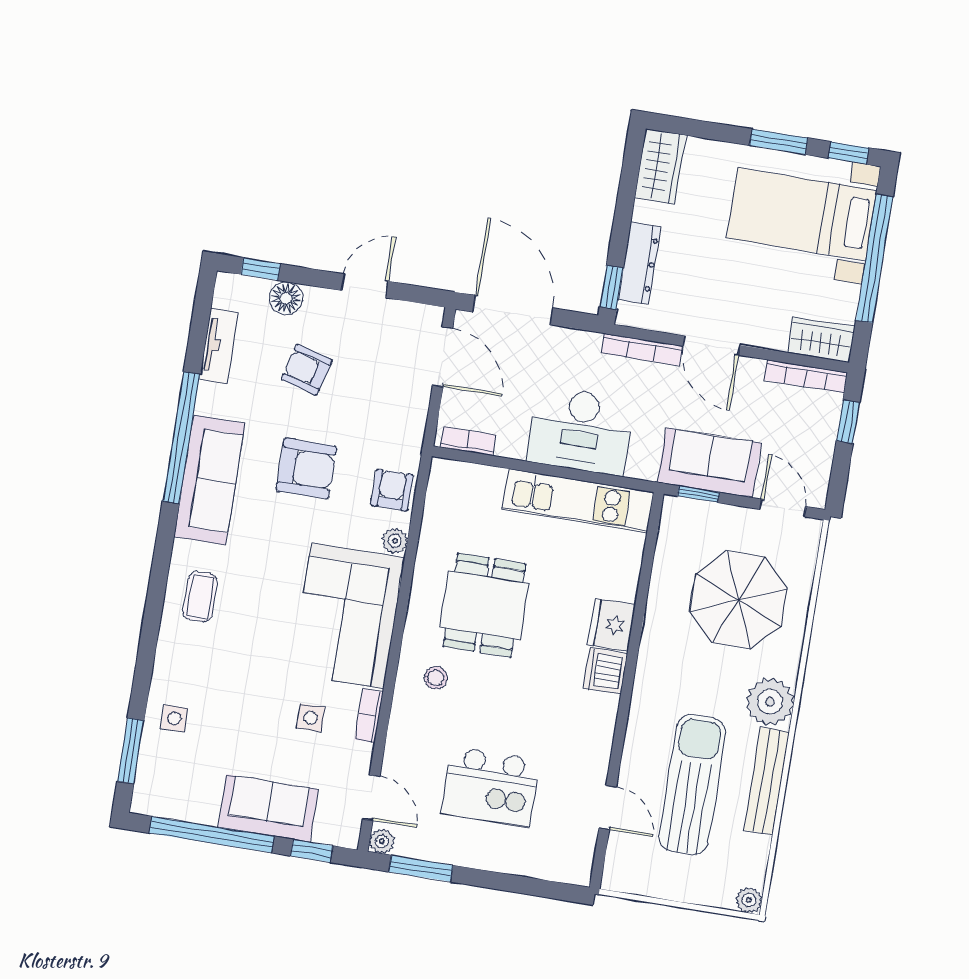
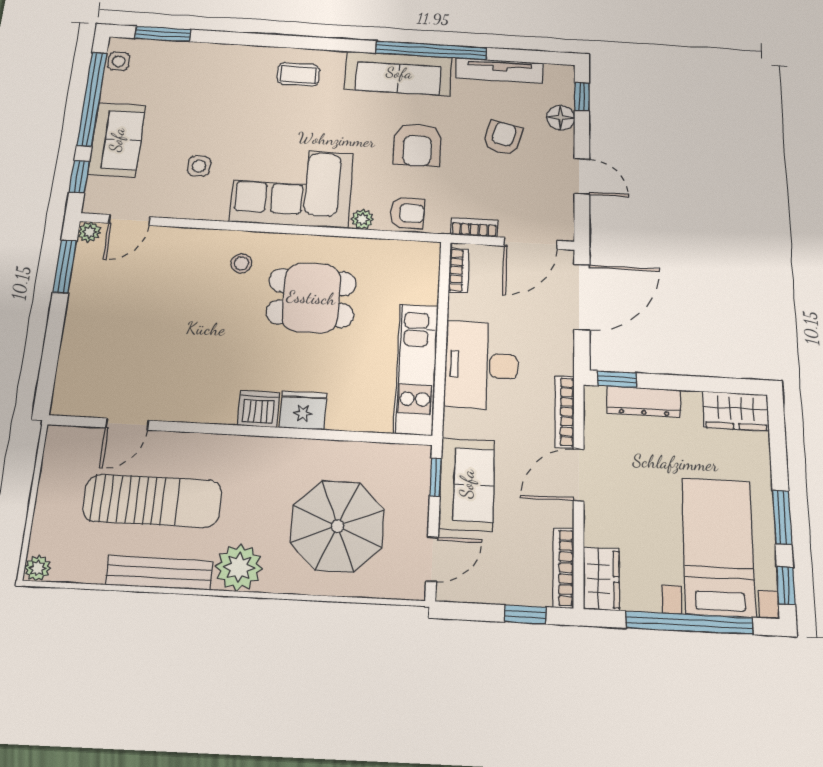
tv unit: (219, 346) -> (500, 71), width x1.41
bookcase: (369, 716) -> (474, 228), moved
side table: (174, 718) -> (119, 61), moved
kitchen island: (490, 787) -> (143, 318), removed

